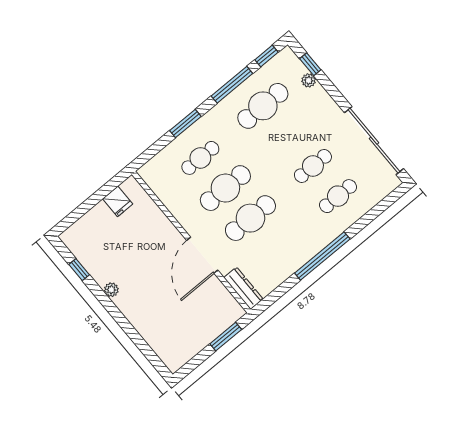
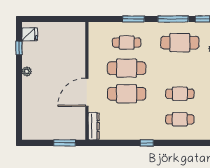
fridge: (118, 201) -> (30, 34), moved, turned -90
window: (322, 256) -> (147, 143), width x0.32

